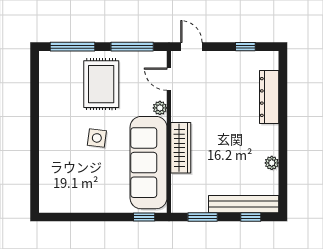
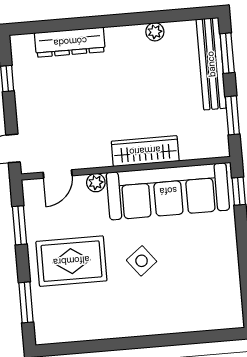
window: (72, 47) -> (26, 302), width x0.69
window: (132, 47) -> (20, 225), width x0.69
side table: (97, 138) -> (142, 261), turned 45
window: (251, 217) -> (227, 53), width x1.50

